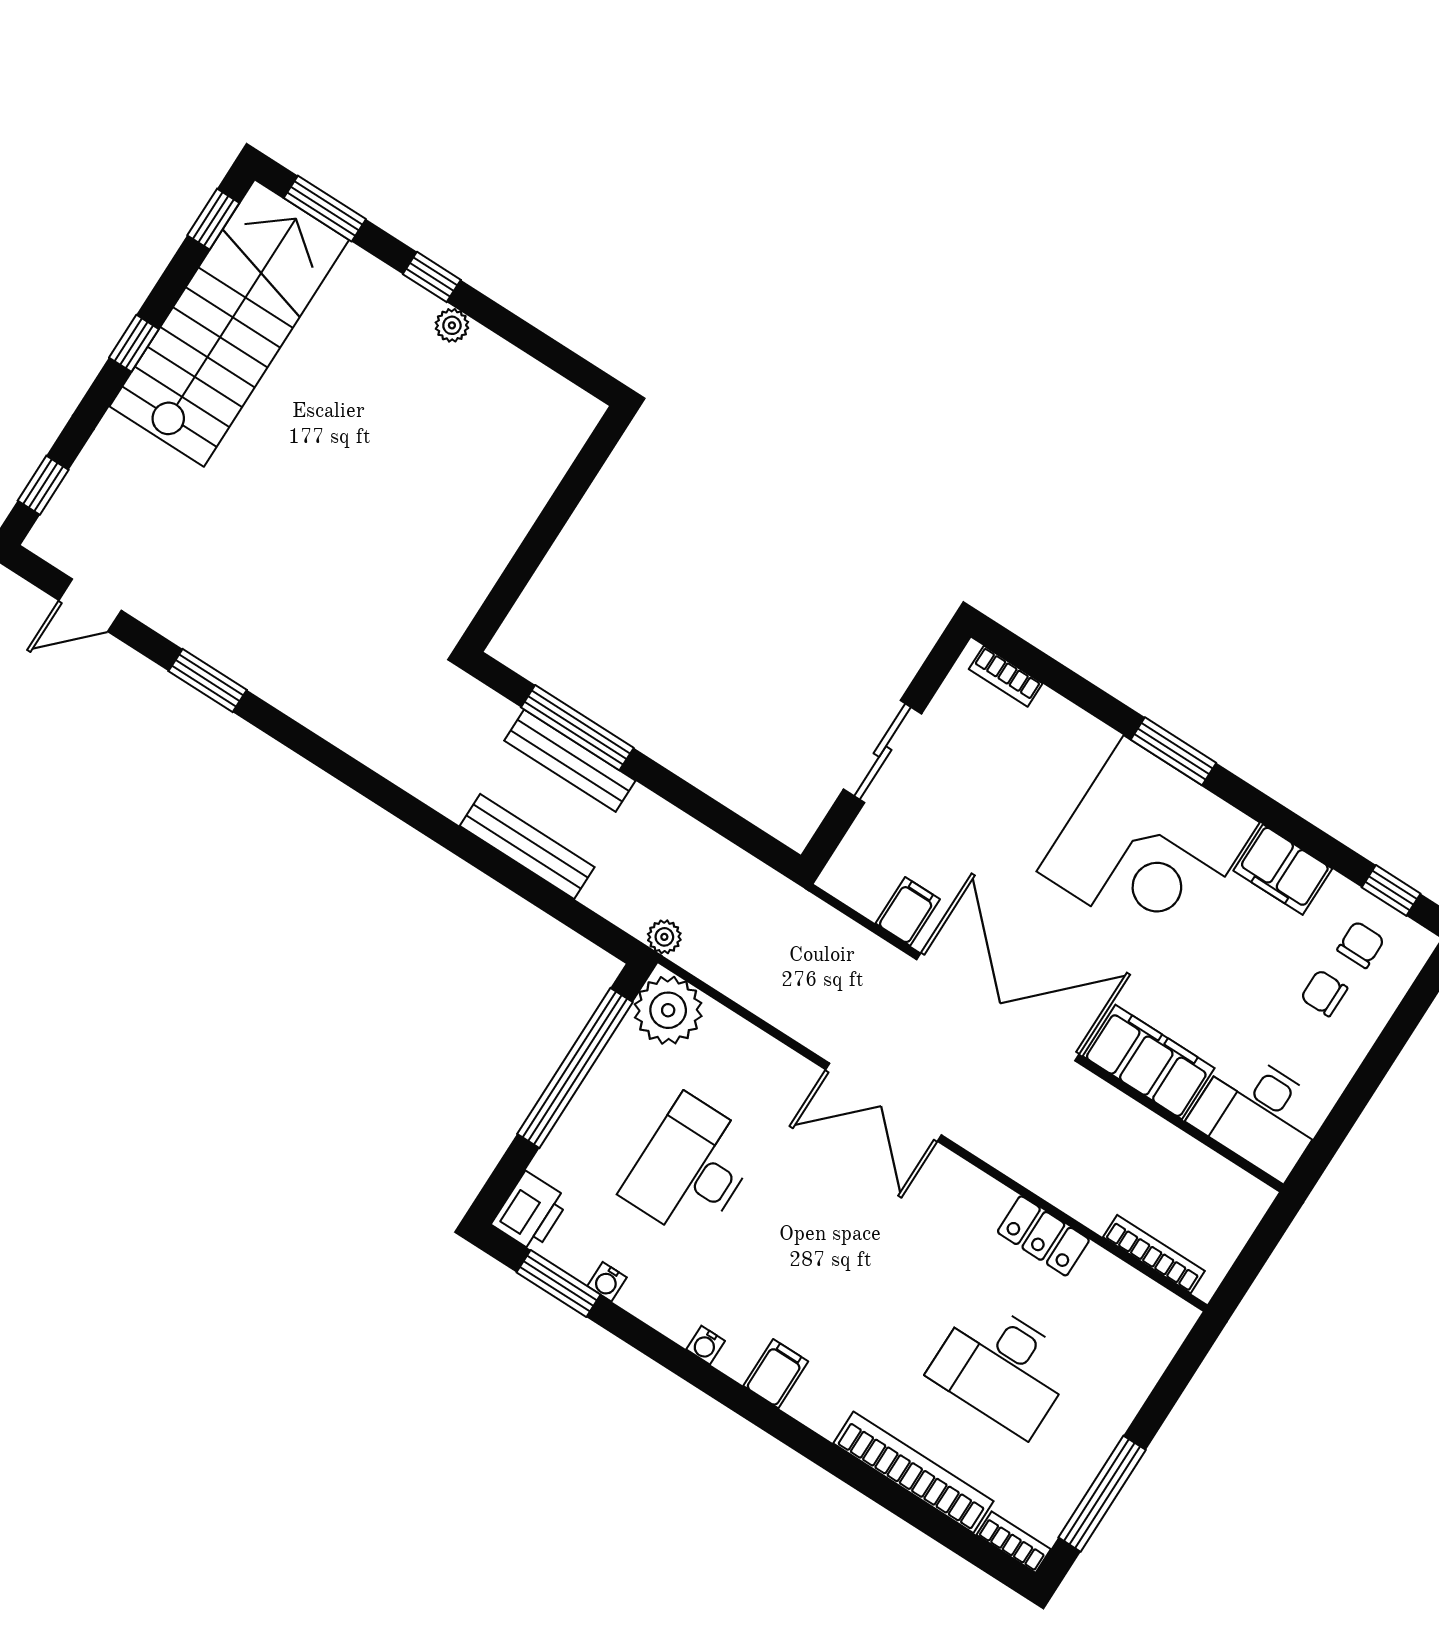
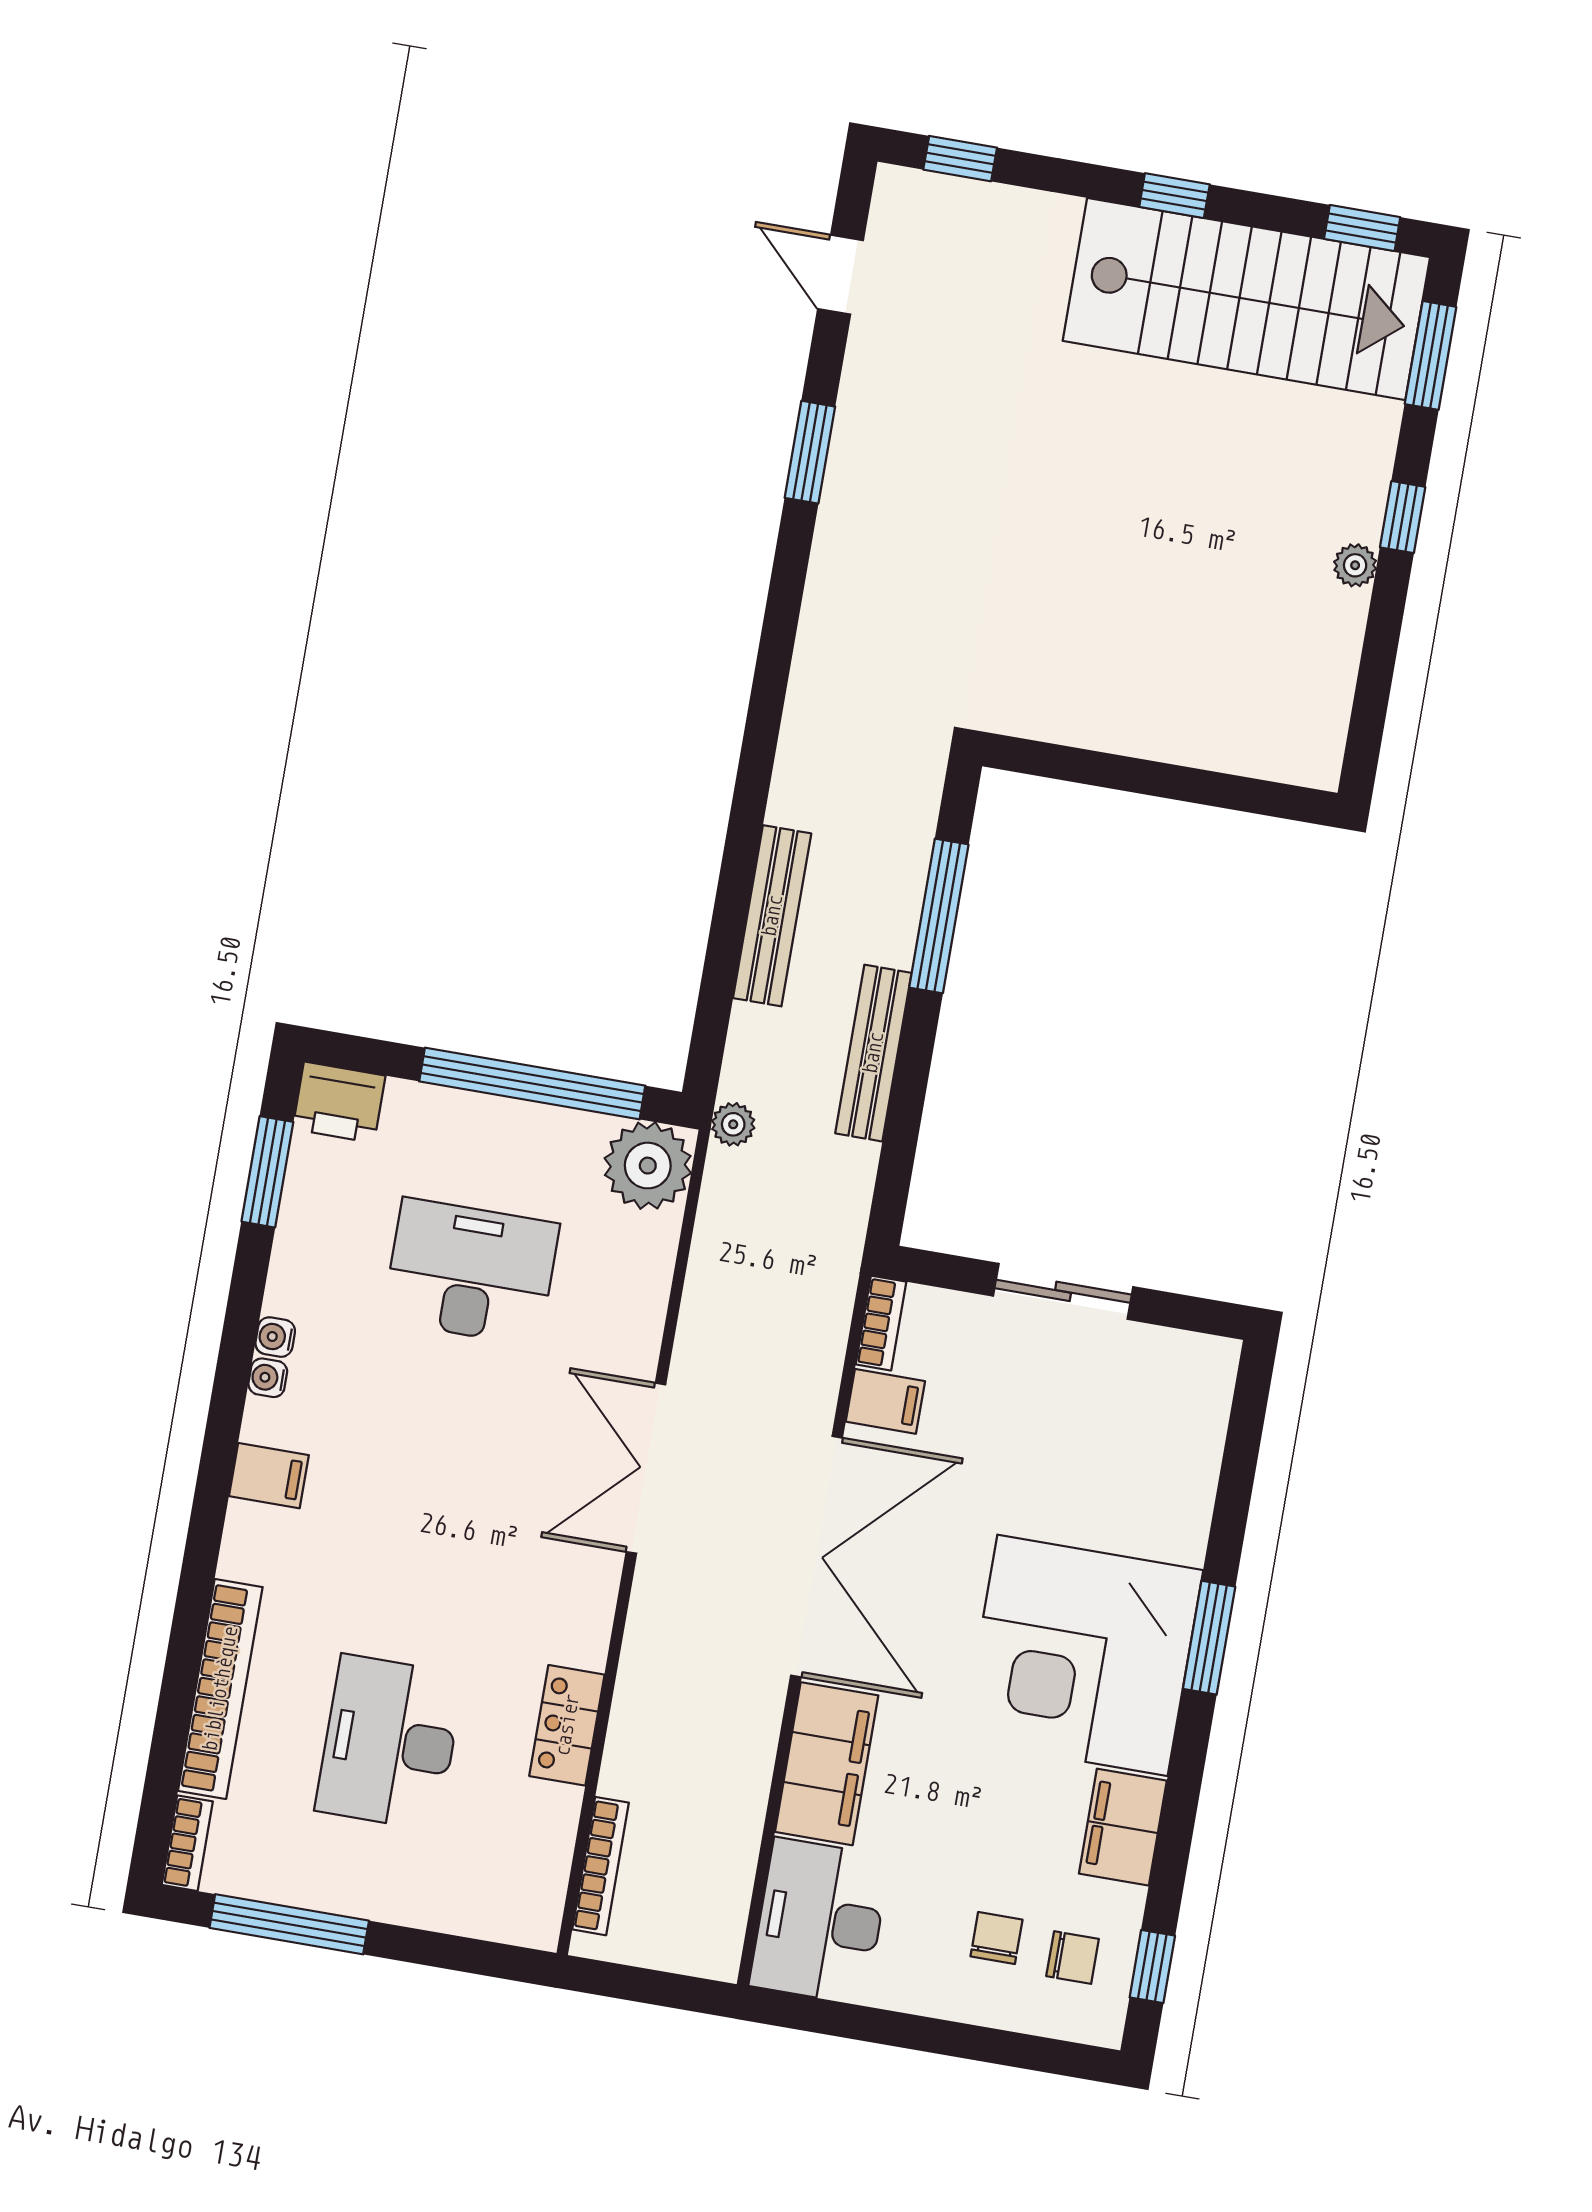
bookcase: (1006, 676) -> (881, 1323), moved, turned 180
bench: (570, 761) -> (873, 1053), moved
water cooler: (607, 1282) -> (275, 1337), moved

